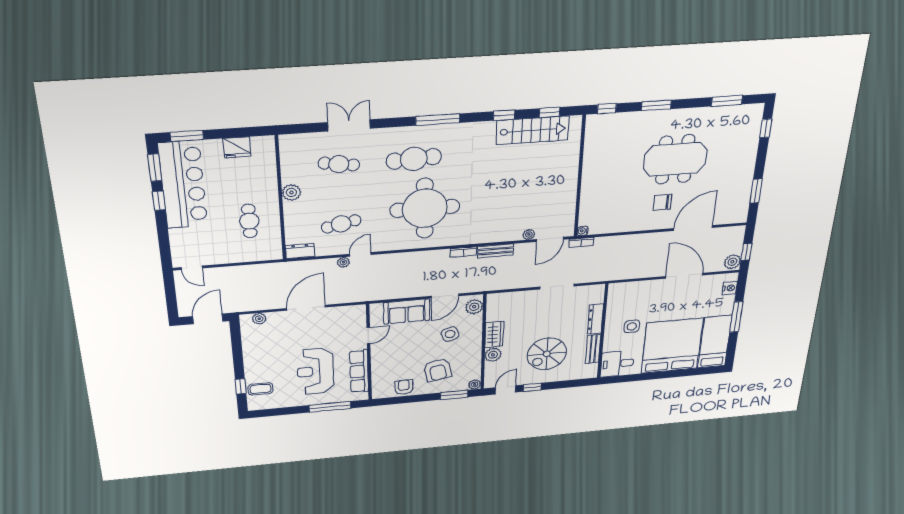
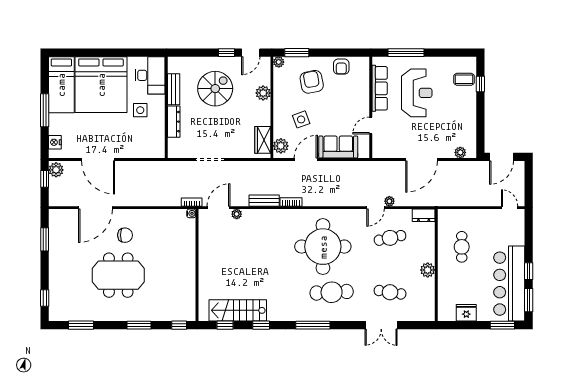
wardrobe: (494, 334) -> (263, 140), moved
desk: (617, 364) -> (150, 75), width x1.37

